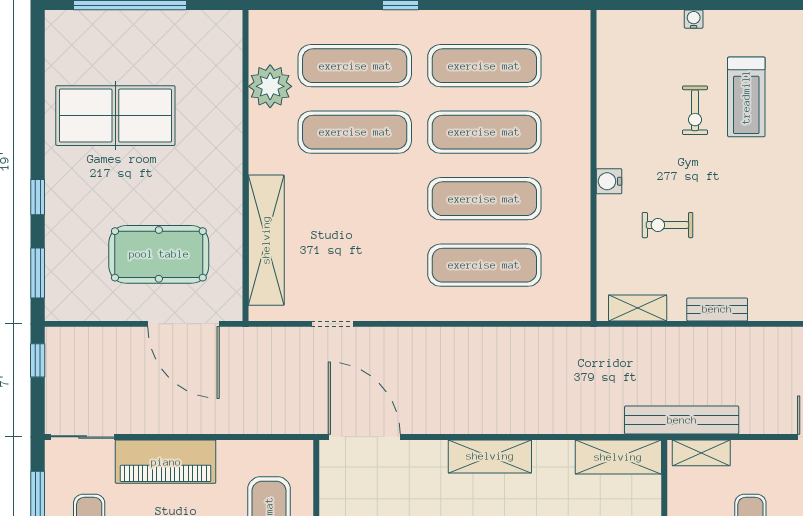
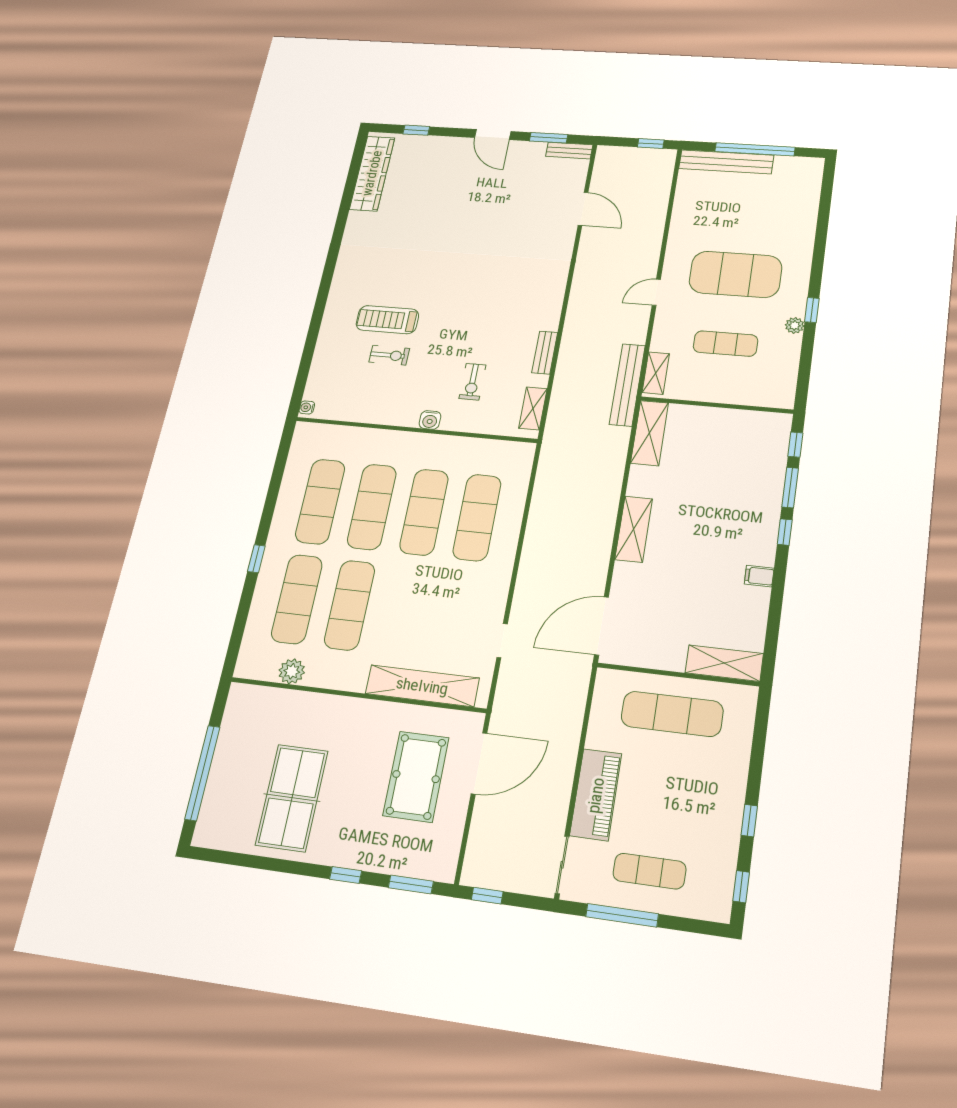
water cooler: (694, 19) -> (307, 407), moved
plant: (270, 86) -> (292, 671), width x0.73, depth x0.73
treadmill: (746, 97) -> (387, 320), turned 180

